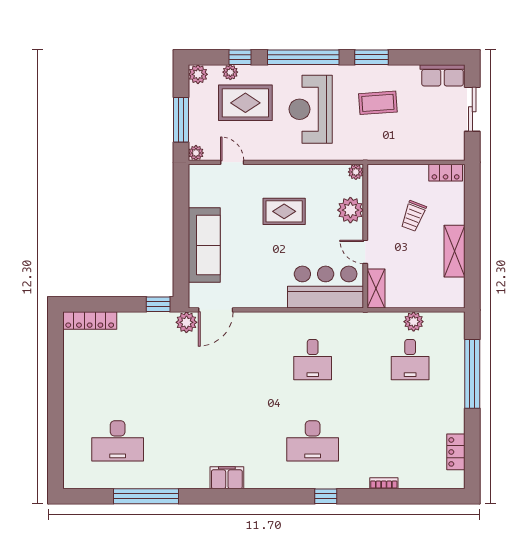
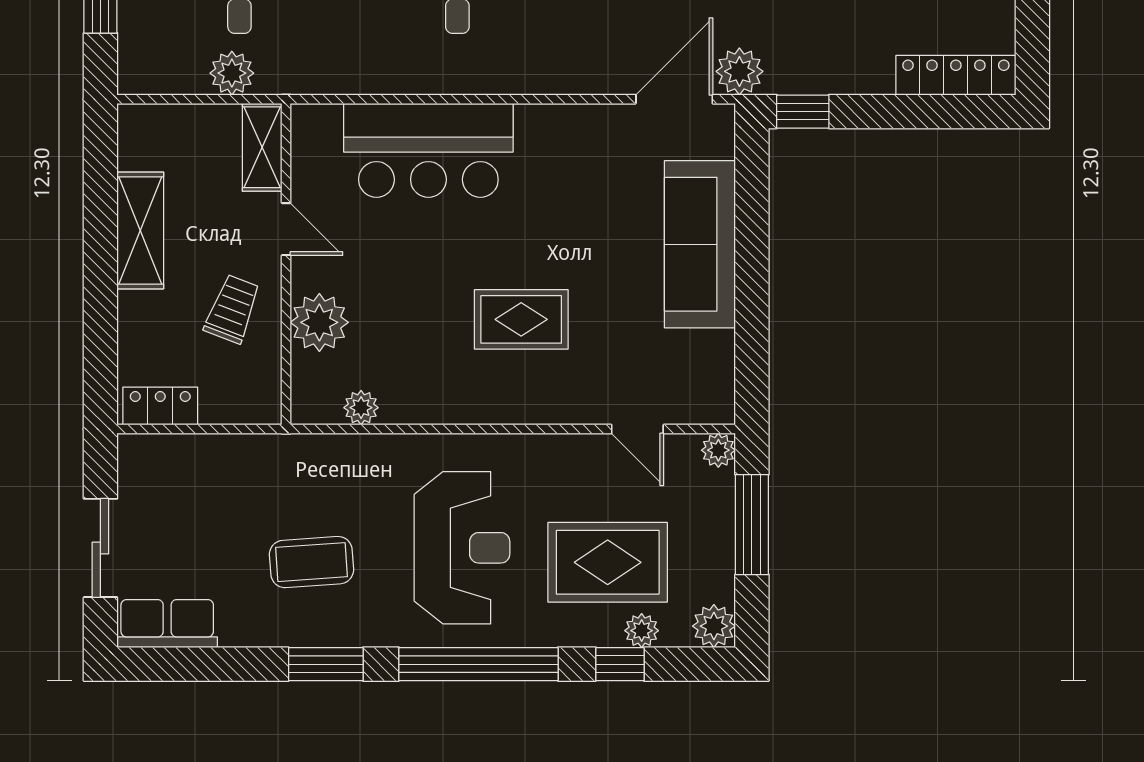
plant: (350, 210) -> (319, 322), moved
wall: (365, 236) -> (286, 264), moved
door: (365, 252) -> (286, 229), moved
shelving: (376, 288) -> (262, 147), moved

